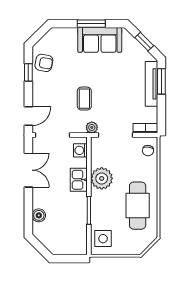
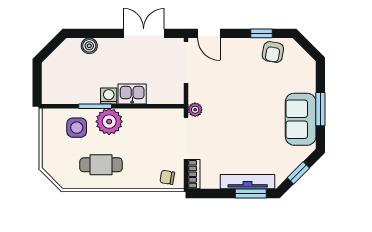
coffee table: (84, 99) -> (230, 101), removed
washing machine: (80, 150) -> (109, 96), moved
double door: (28, 170) -> (144, 33), swing flipped
plant: (102, 178) -> (109, 122), moved
cafe table: (138, 206) -> (101, 165), width x0.73, depth x0.74
side table: (103, 239) -> (77, 128), moved

